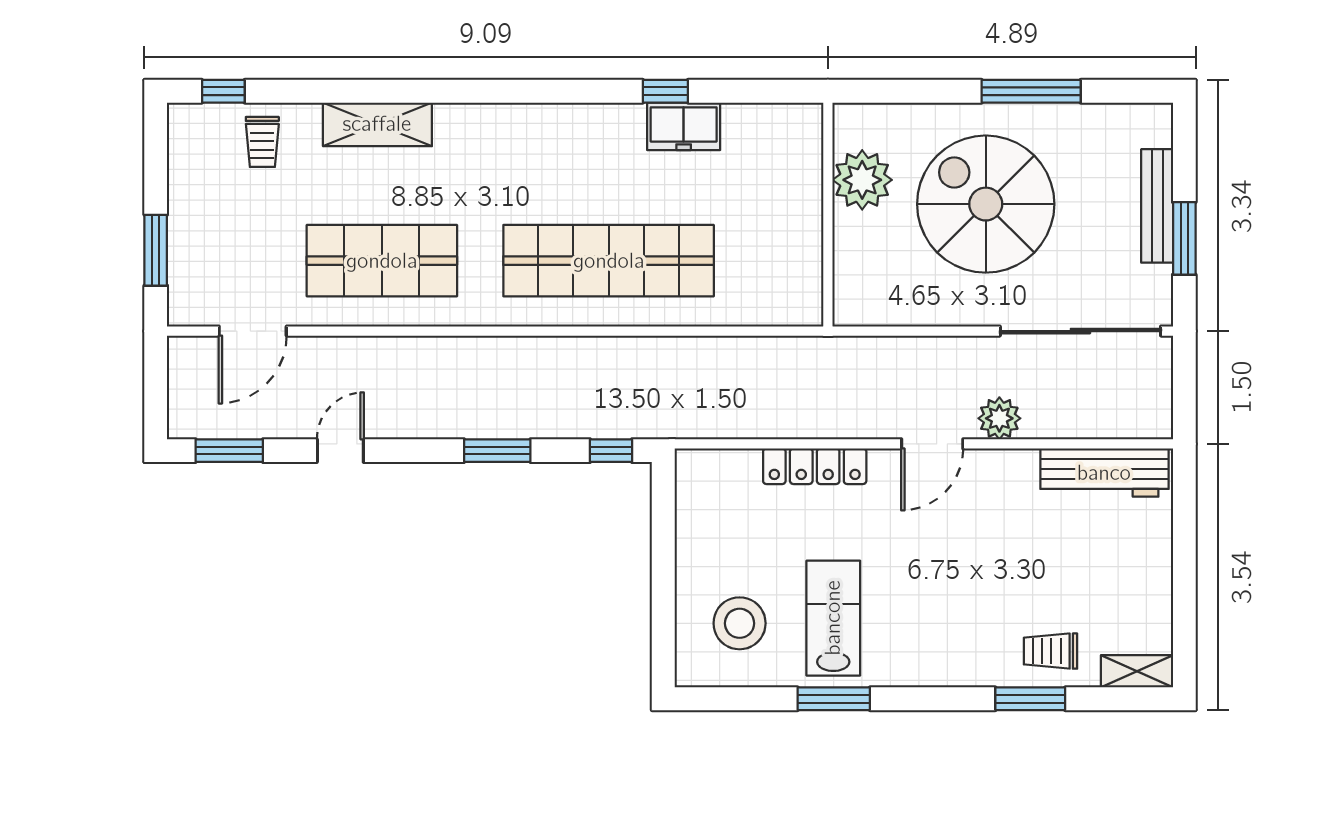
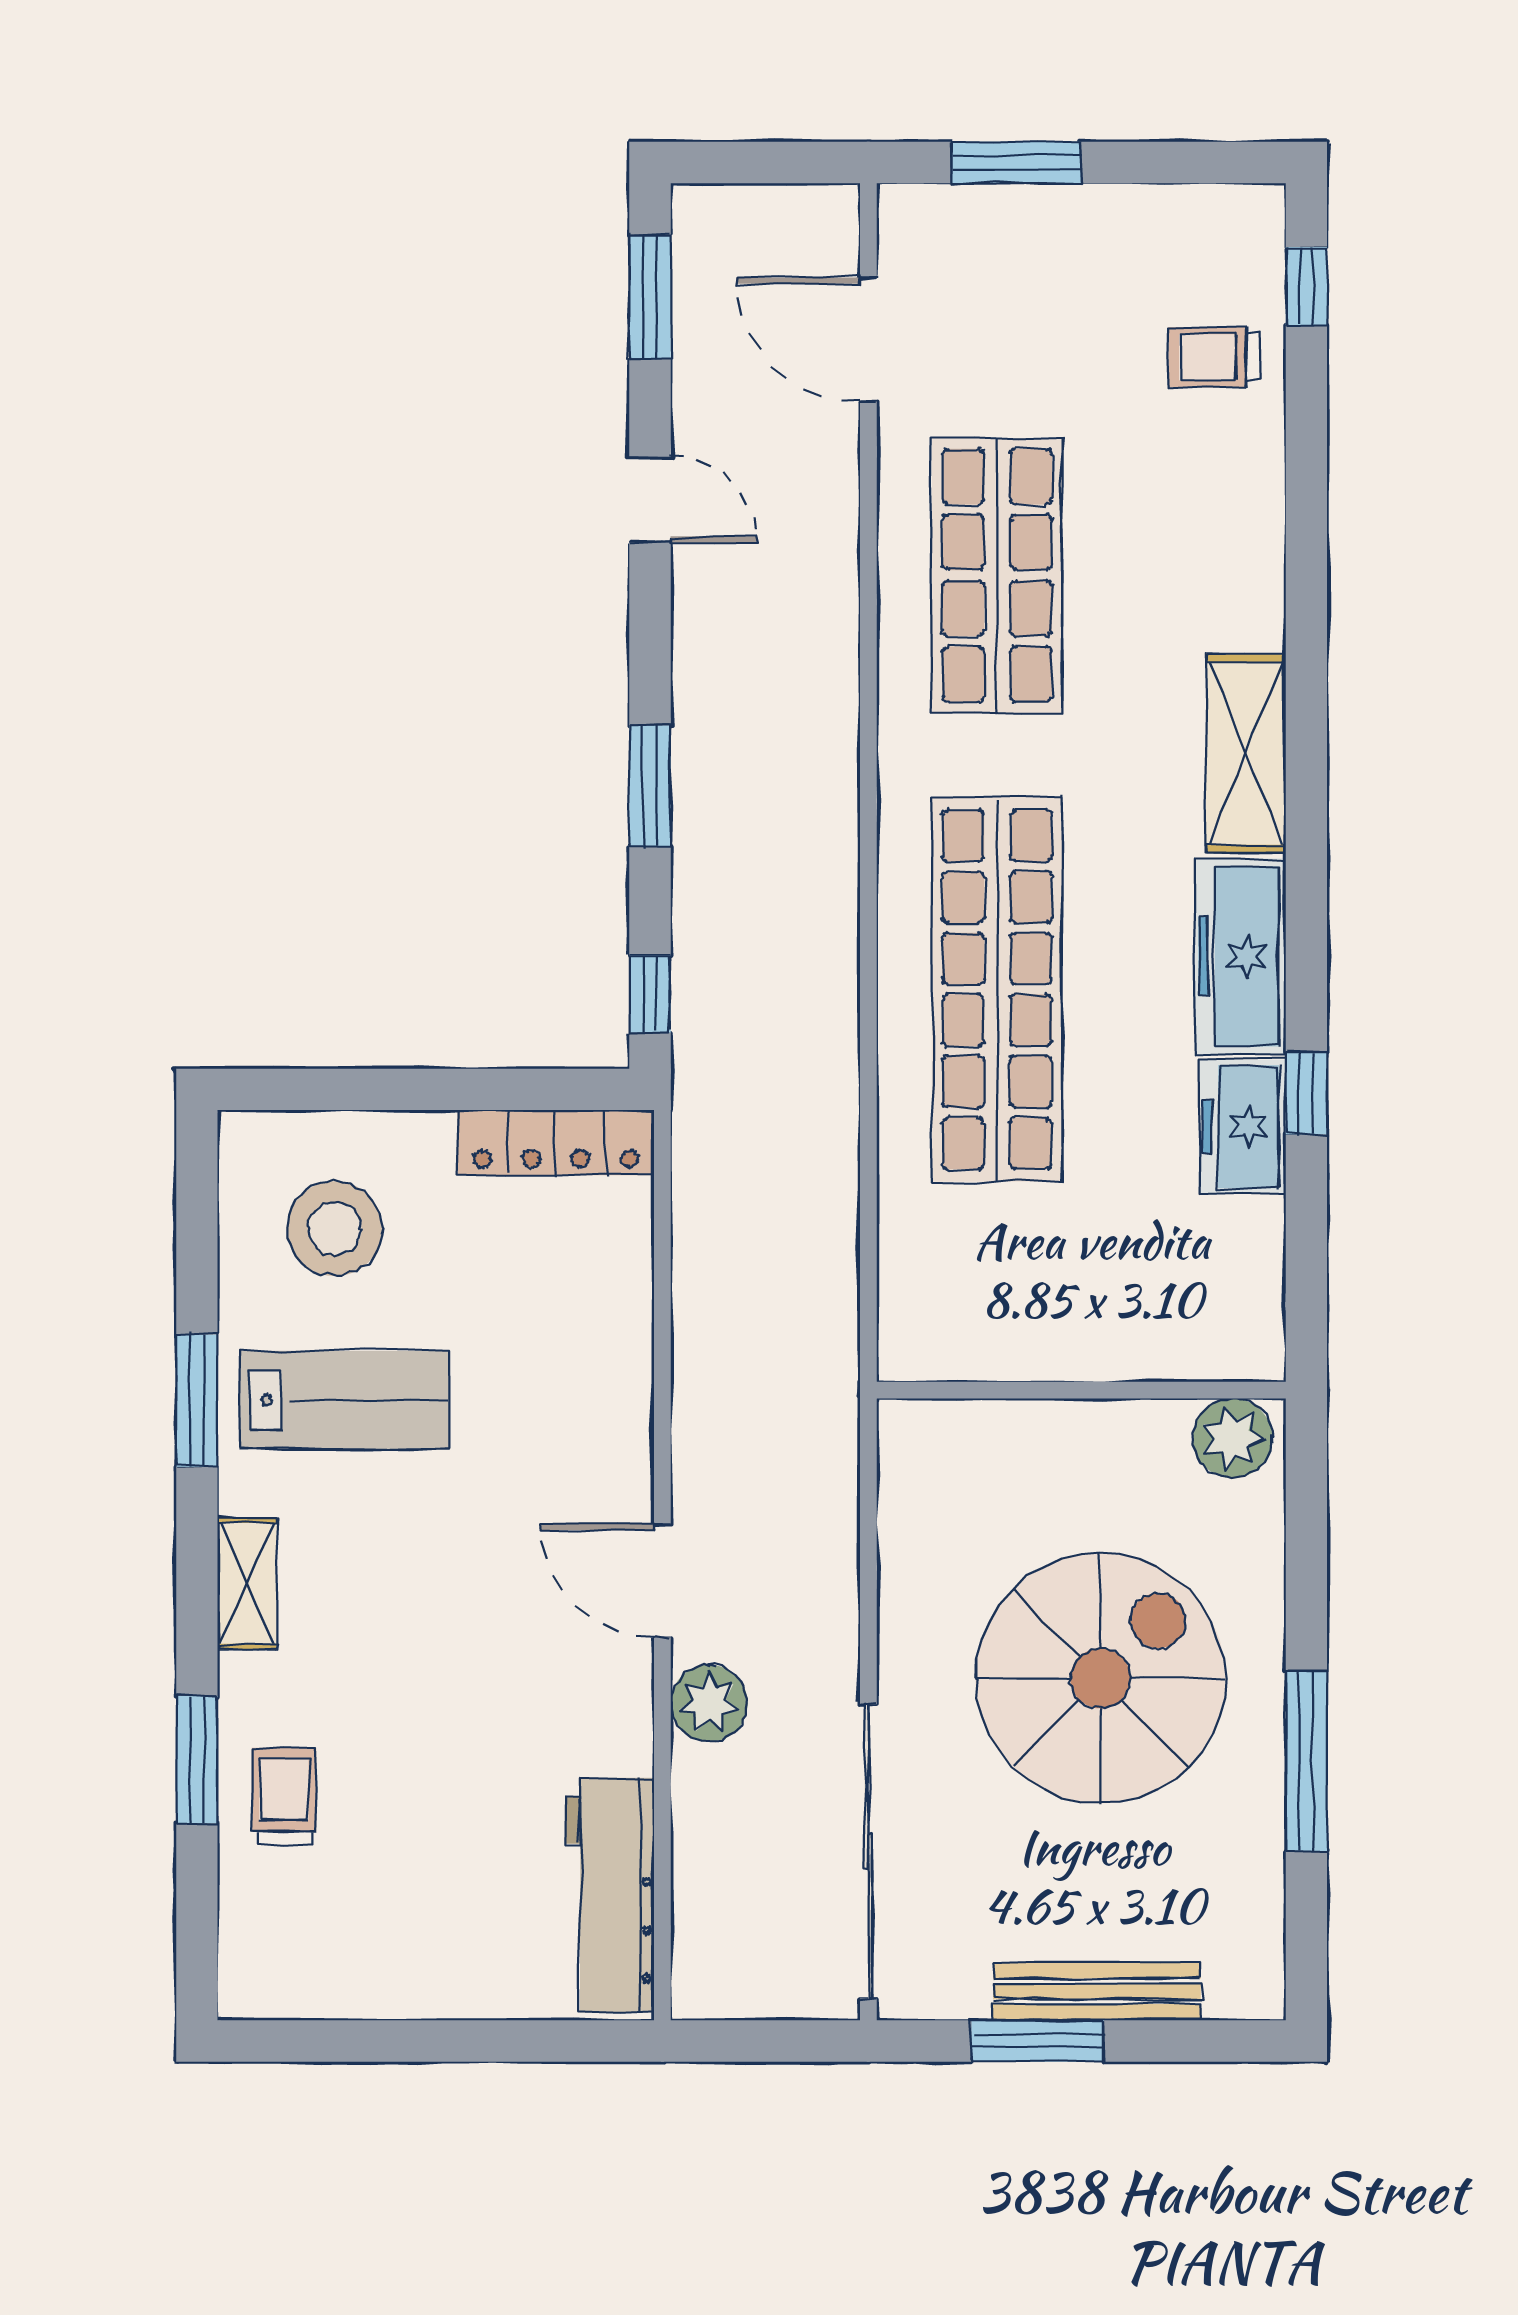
shelving: (377, 124) -> (1246, 753), moved
freezer: (590, 127) -> (1240, 956), added
plant: (862, 180) -> (1232, 1438), moved, width x0.73, depth x0.73
locker: (815, 466) -> (556, 1142), moved, turned -90
shelving: (1137, 671) -> (247, 1583), moved

